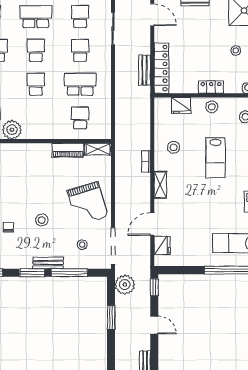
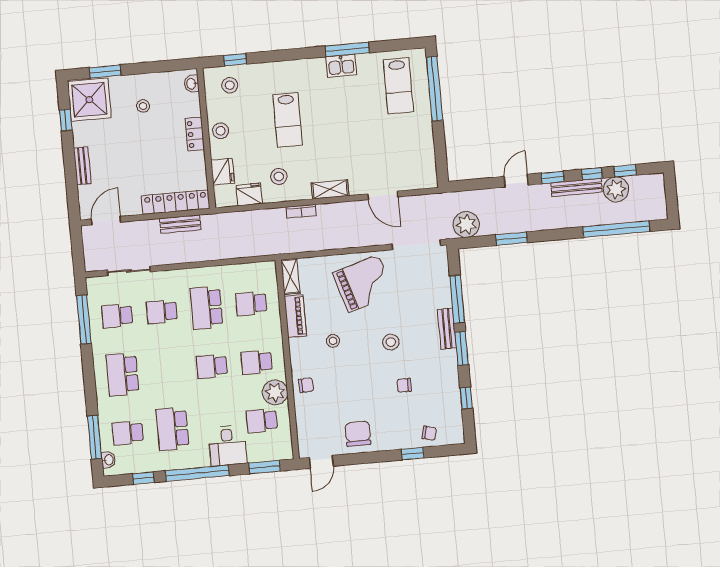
school desk: (36, 50) -> (257, 362), moved
chair: (15, 153) -> (306, 385), added
lab bench: (215, 158) -> (288, 120), turned 90
stool: (82, 245) -> (333, 341), moved
fridge: (162, 245) -> (249, 194), moved
window: (154, 287) -> (553, 177), moved

